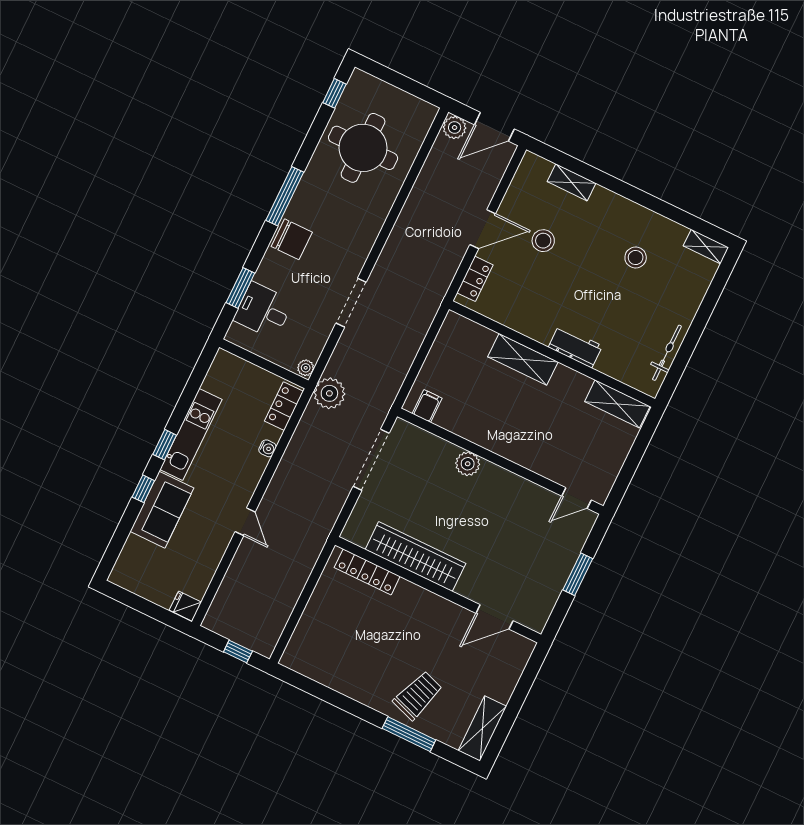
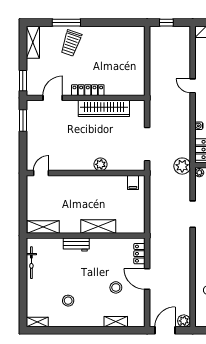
door: (483, 229) -> (147, 279), hinge flipped
locker: (367, 572) -> (88, 90), moved
window: (578, 574) -> (23, 120), moved
window: (531, 671) -> (23, 81), added

